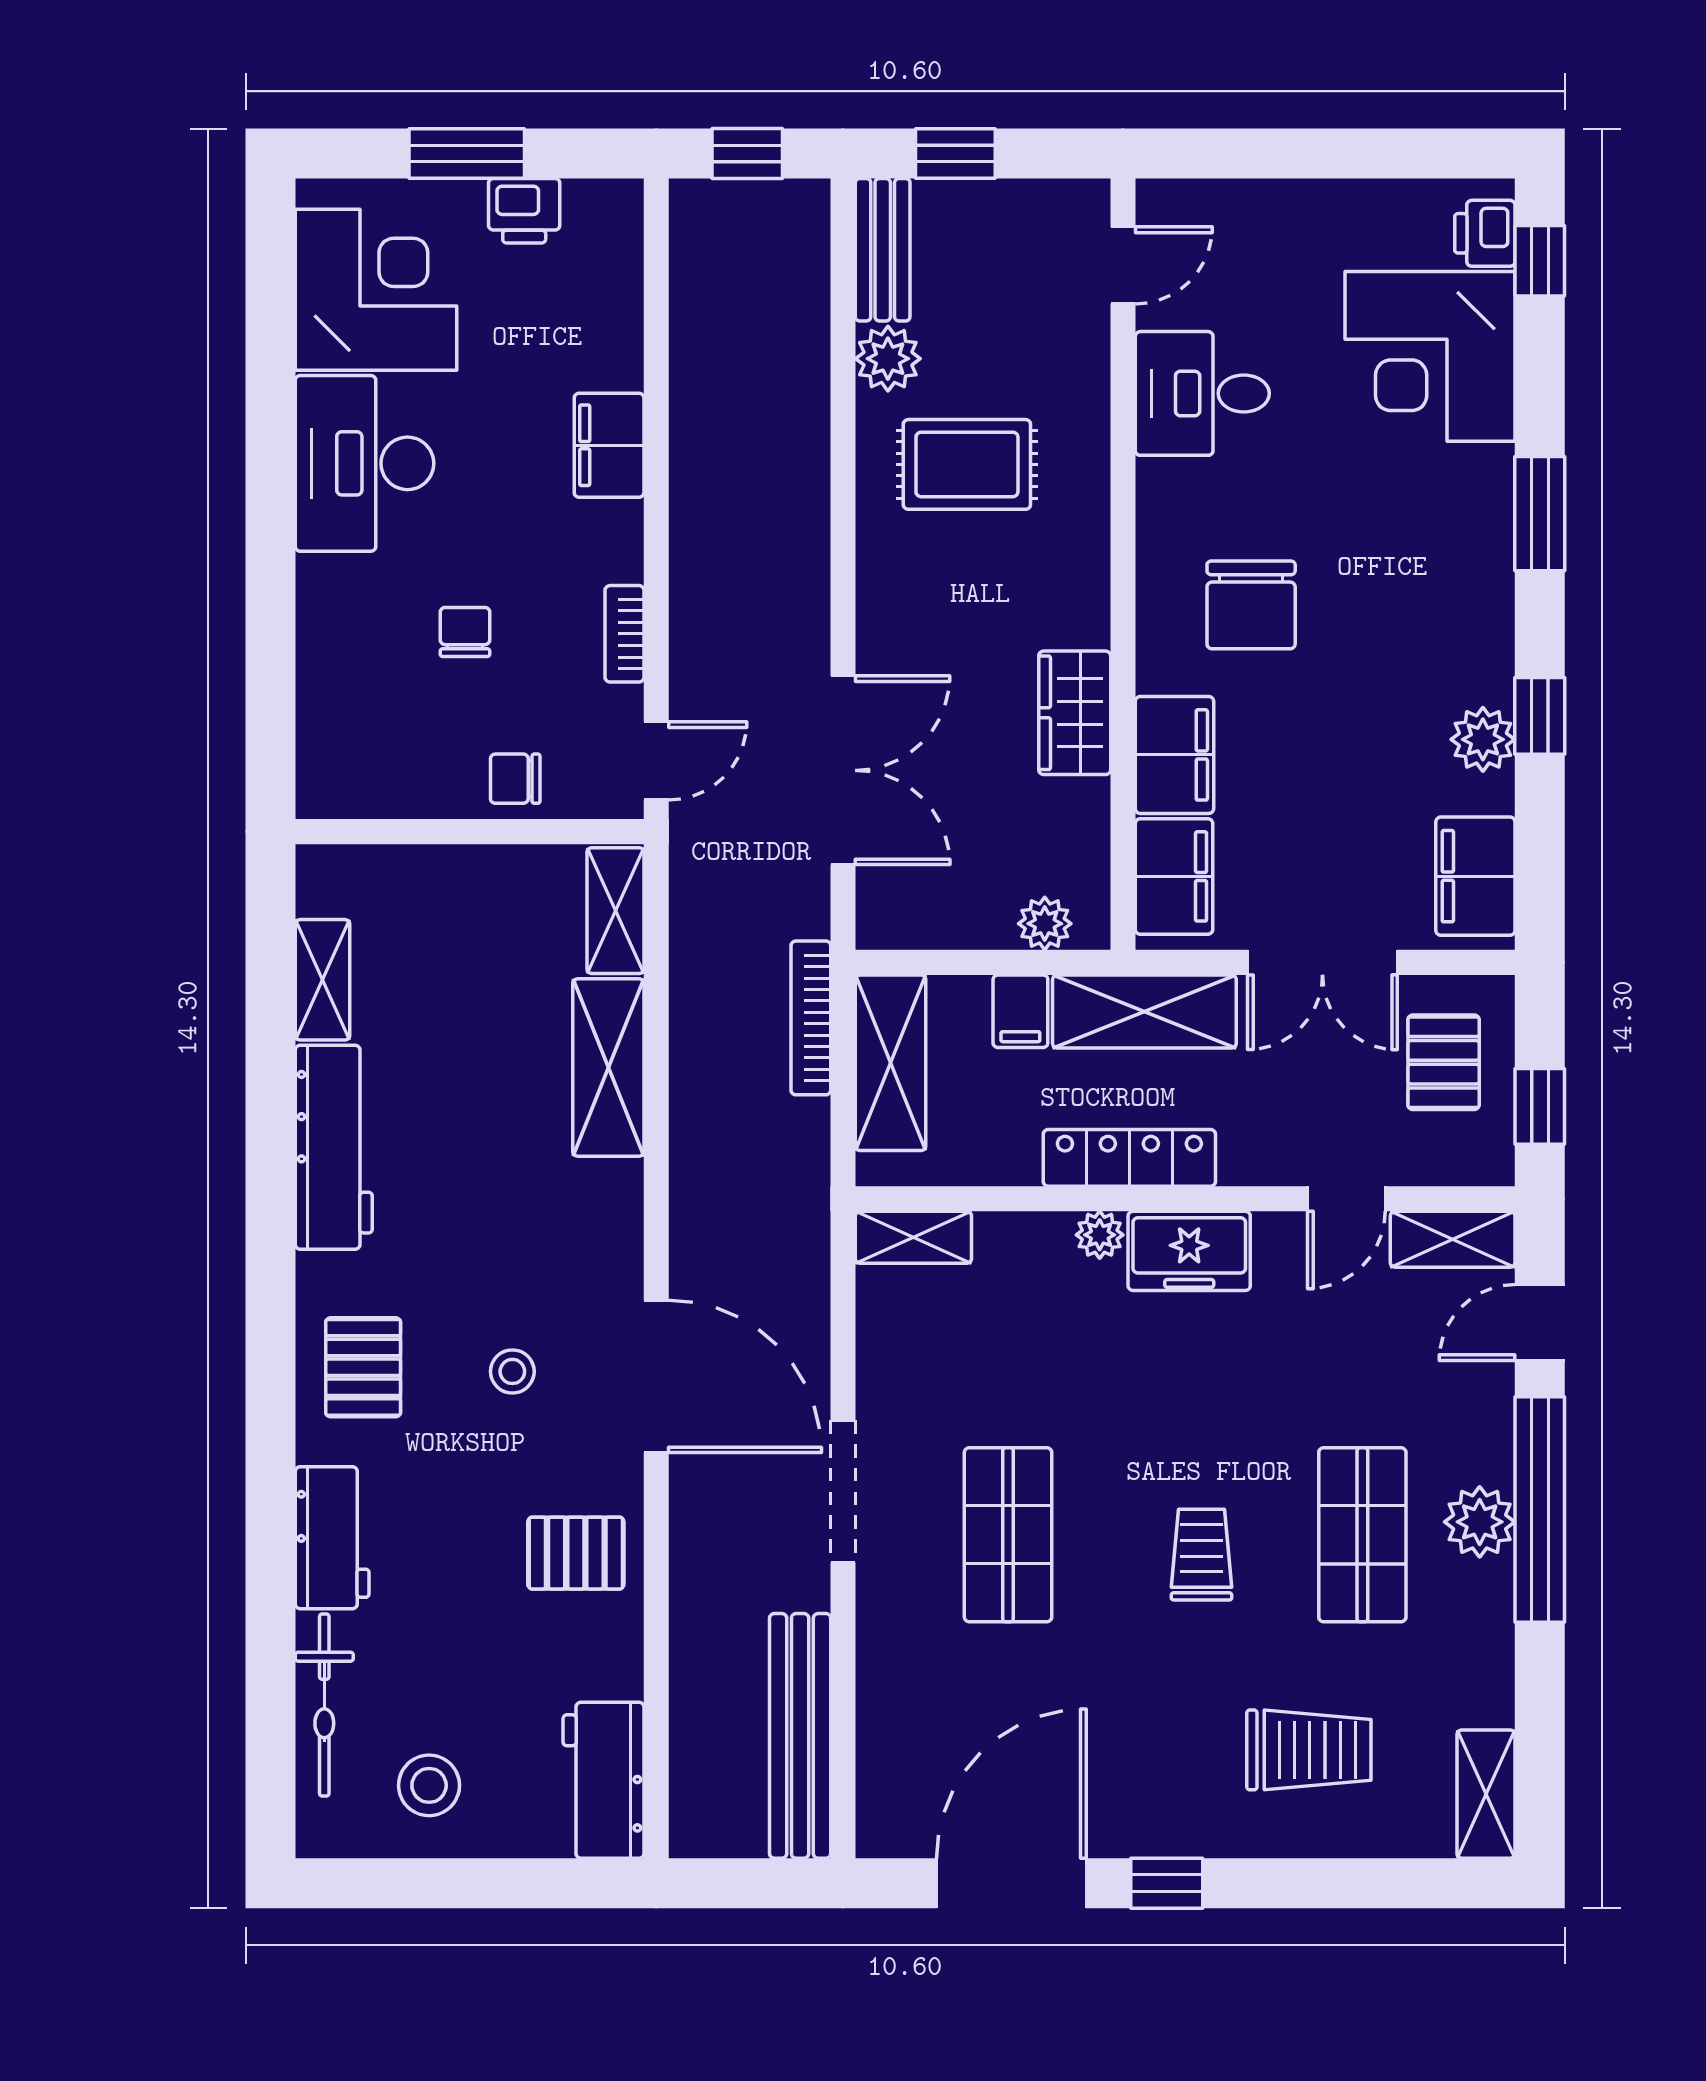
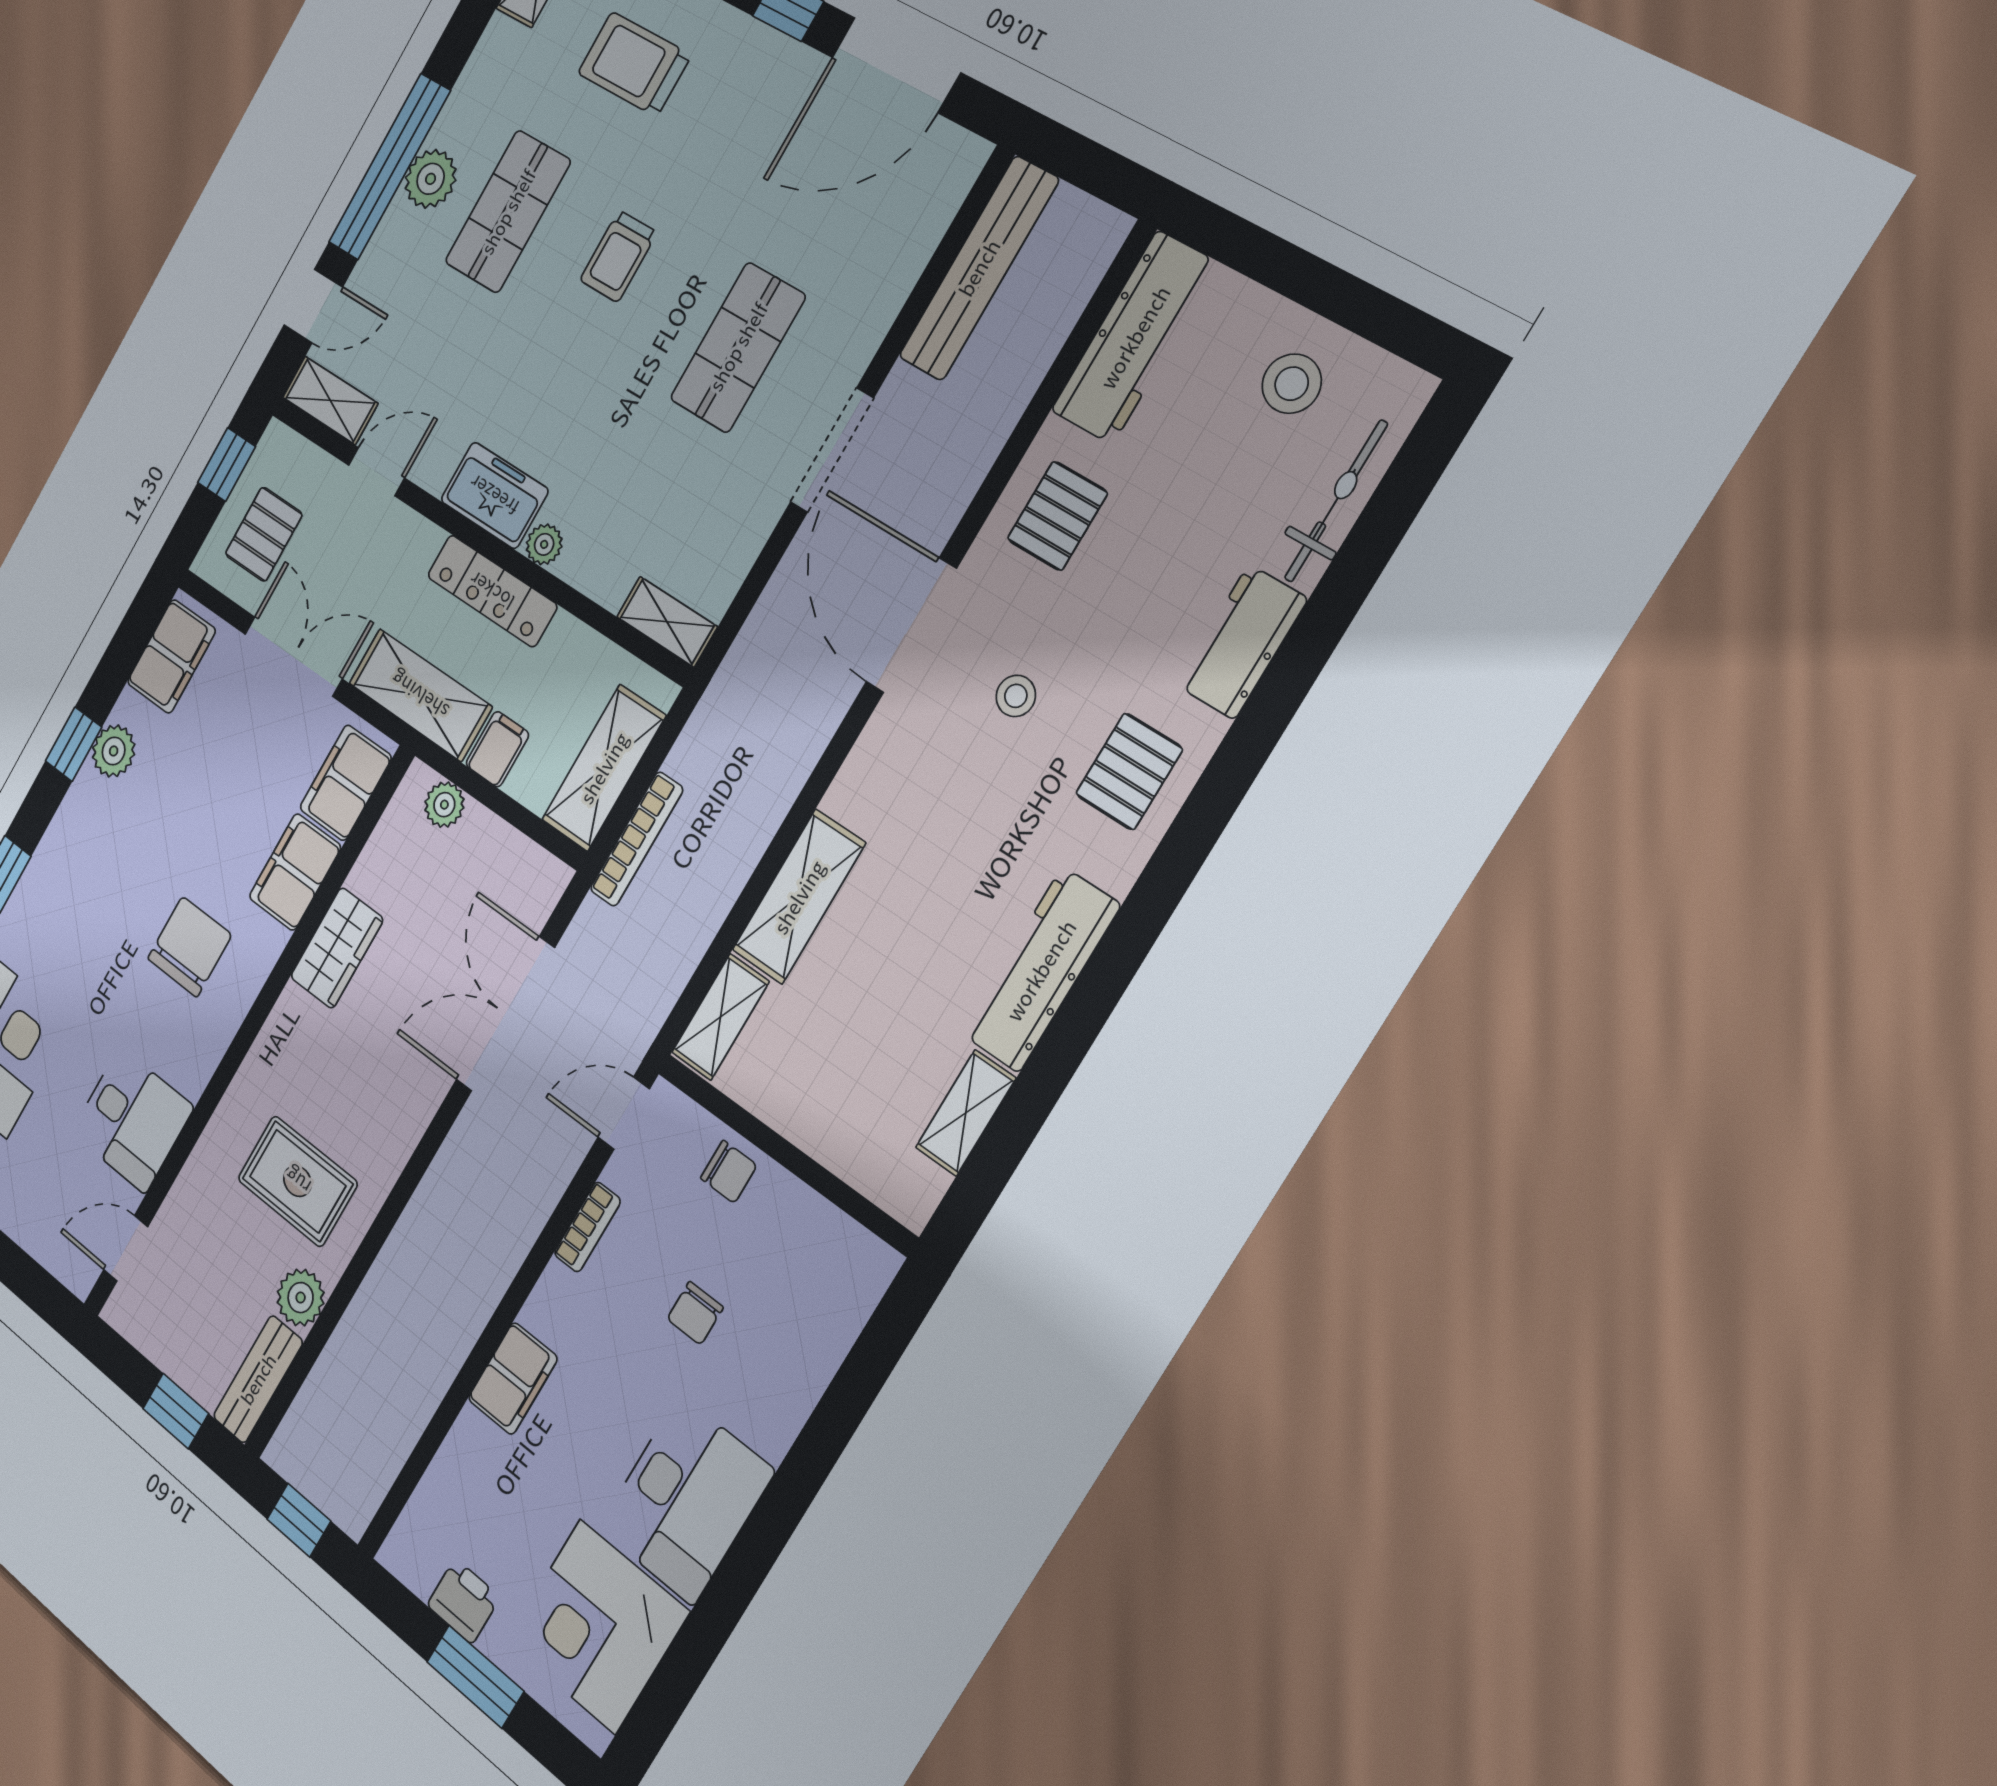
pallet: (576, 1553) -> (1057, 516), turned 90
workbench: (603, 1780) -> (1135, 337), width x1.38

